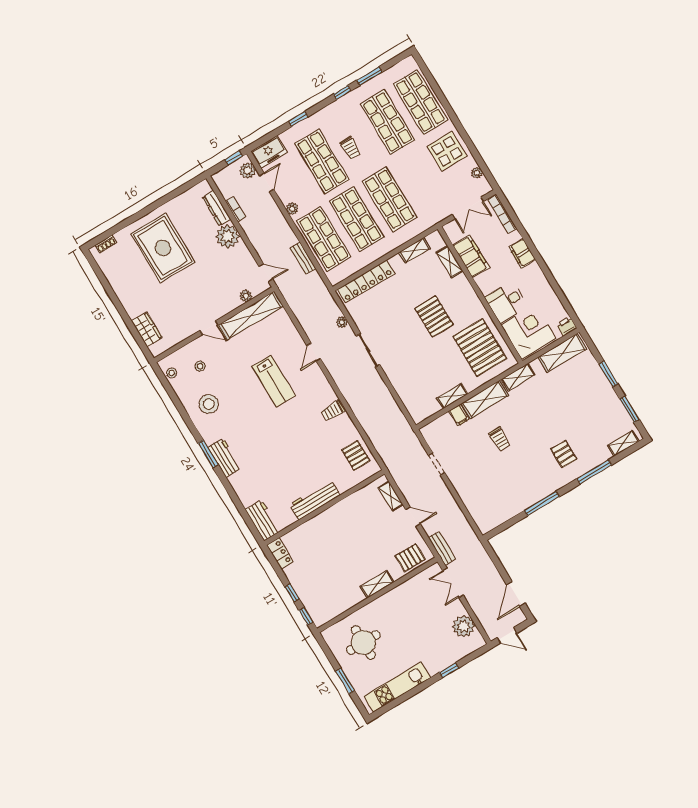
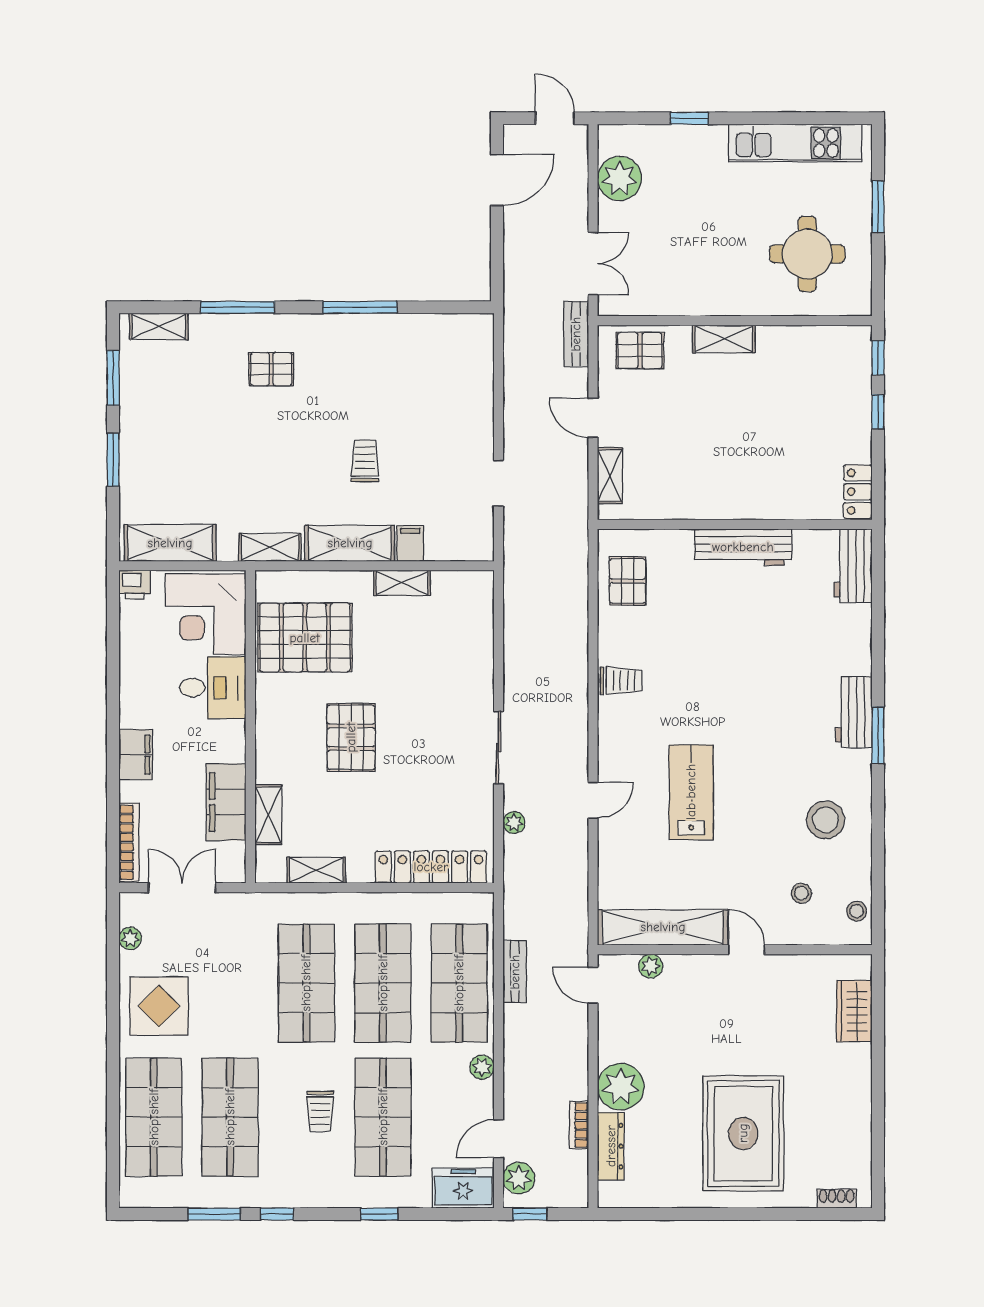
trolley: (350, 148) -> (320, 1111), turned 180
pallet: (480, 347) -> (305, 638), turned 90
pallet: (564, 454) -> (271, 369), turned 90

